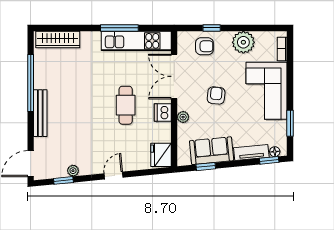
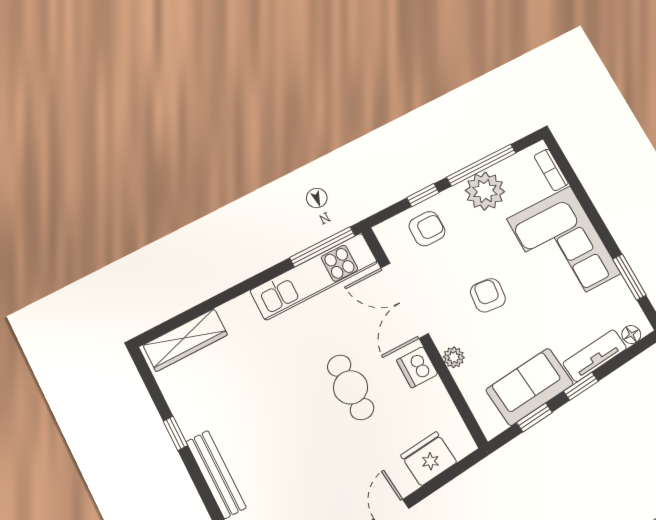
window: (119, 28) -> (322, 247), moved
window: (249, 28) -> (481, 165), added
window: (31, 83) -> (175, 433), width x0.32
fridge: (161, 155) -> (429, 459), moved, turned 84
window: (269, 160) -> (581, 386), moved

